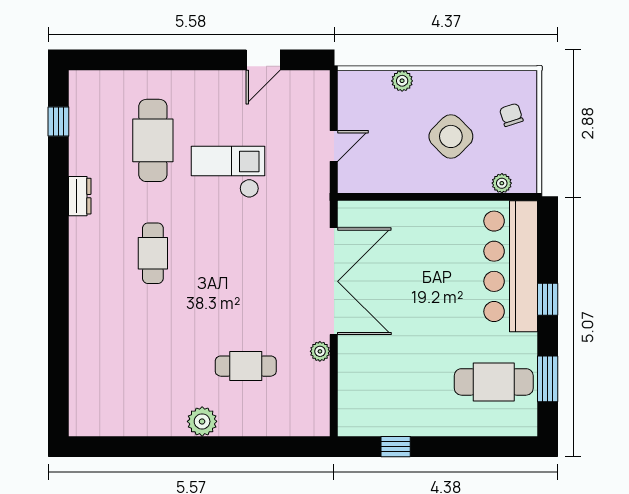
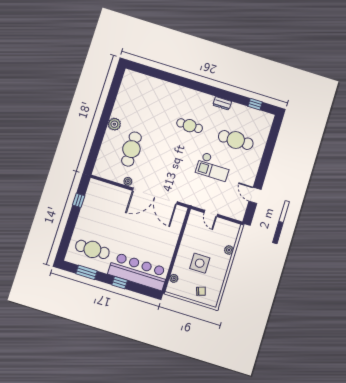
side table: (451, 136) -> (200, 263), turned 45
checkout: (228, 172) -> (213, 167), turned 90
cafe table: (246, 366) -> (131, 149), width x1.37, depth x1.35
cafe table: (494, 382) -> (92, 249), turned 90

